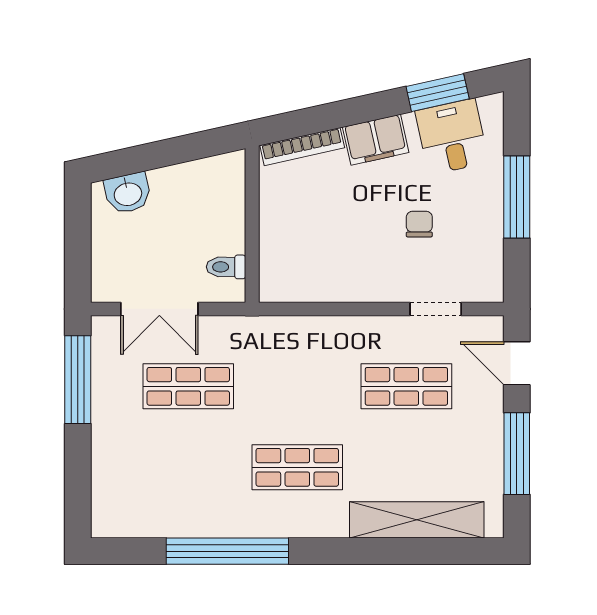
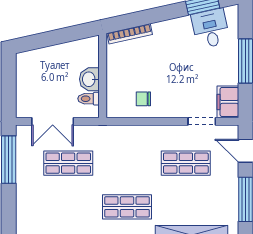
filing cabinet: (376, 140) -> (228, 102), moved, turned 103
washbasin: (128, 193) -> (89, 79), moved, turned 103
chair: (419, 224) -> (143, 99), moved, turned -90

